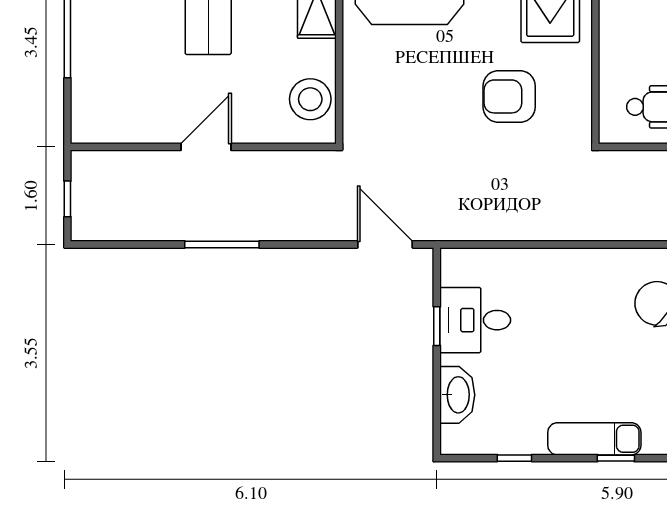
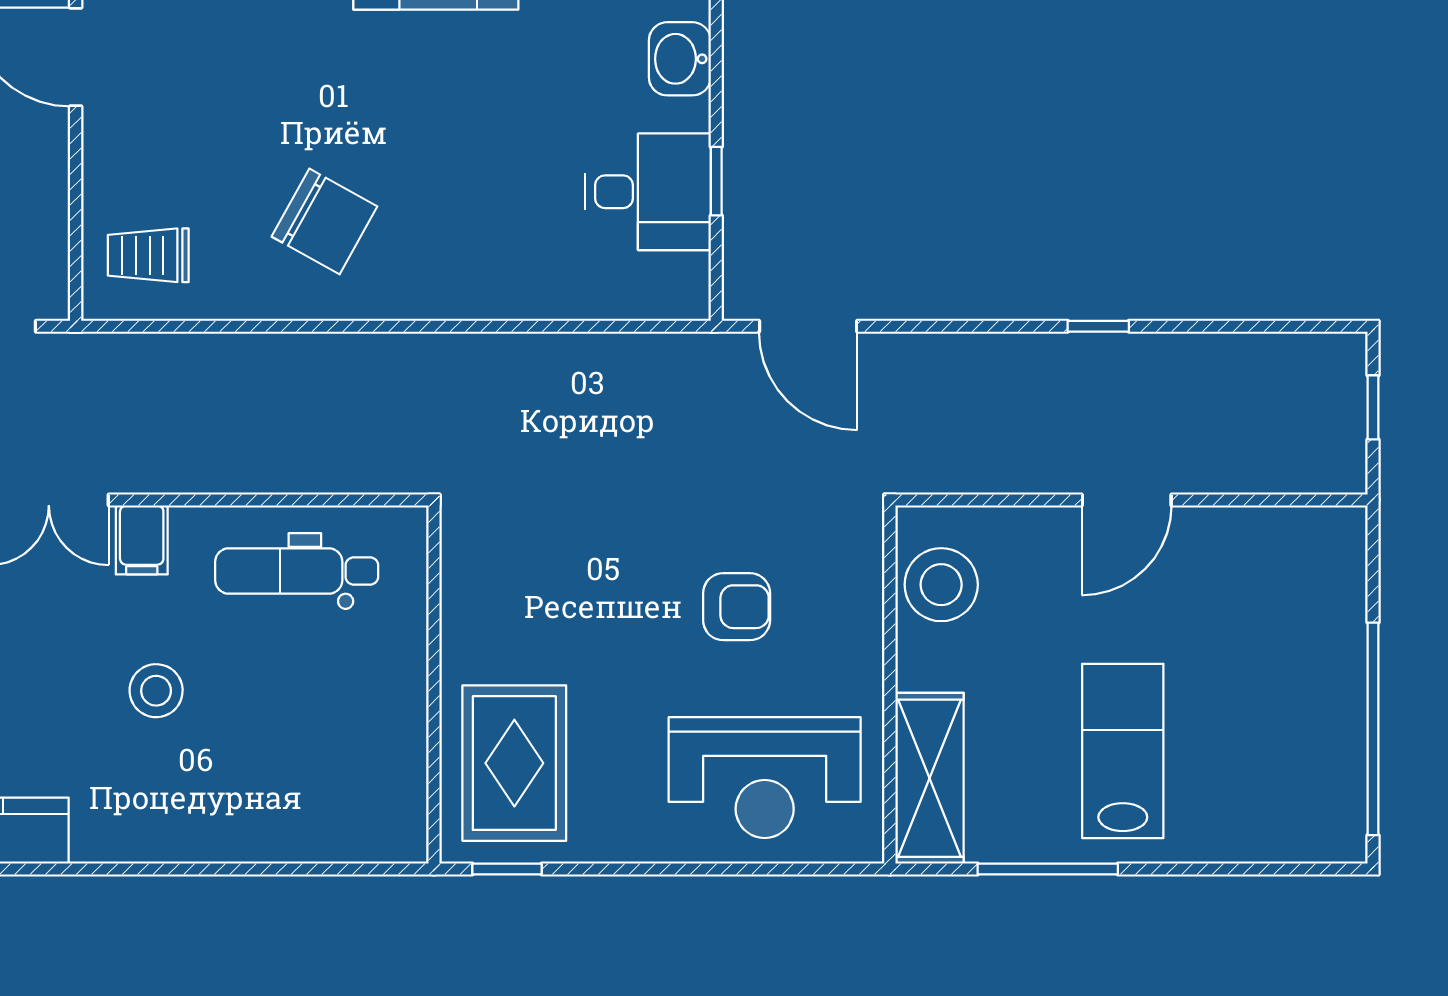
armchair: (509, 96) -> (737, 607), moved, width x0.72, depth x0.72
window: (222, 244) -> (1098, 326), width x0.46
washbasin: (457, 395) -> (680, 59), width x0.72

